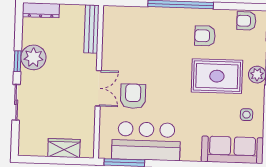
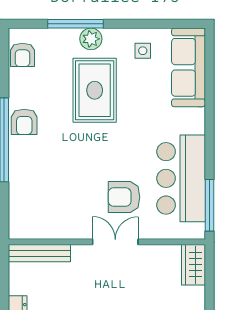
armchair: (205, 36) -> (24, 122), moved
wardrobe: (64, 148) -> (193, 265), moved

